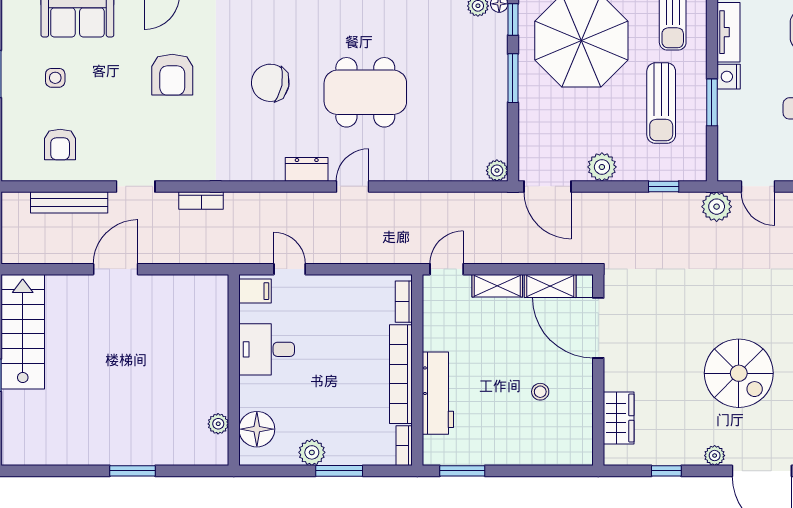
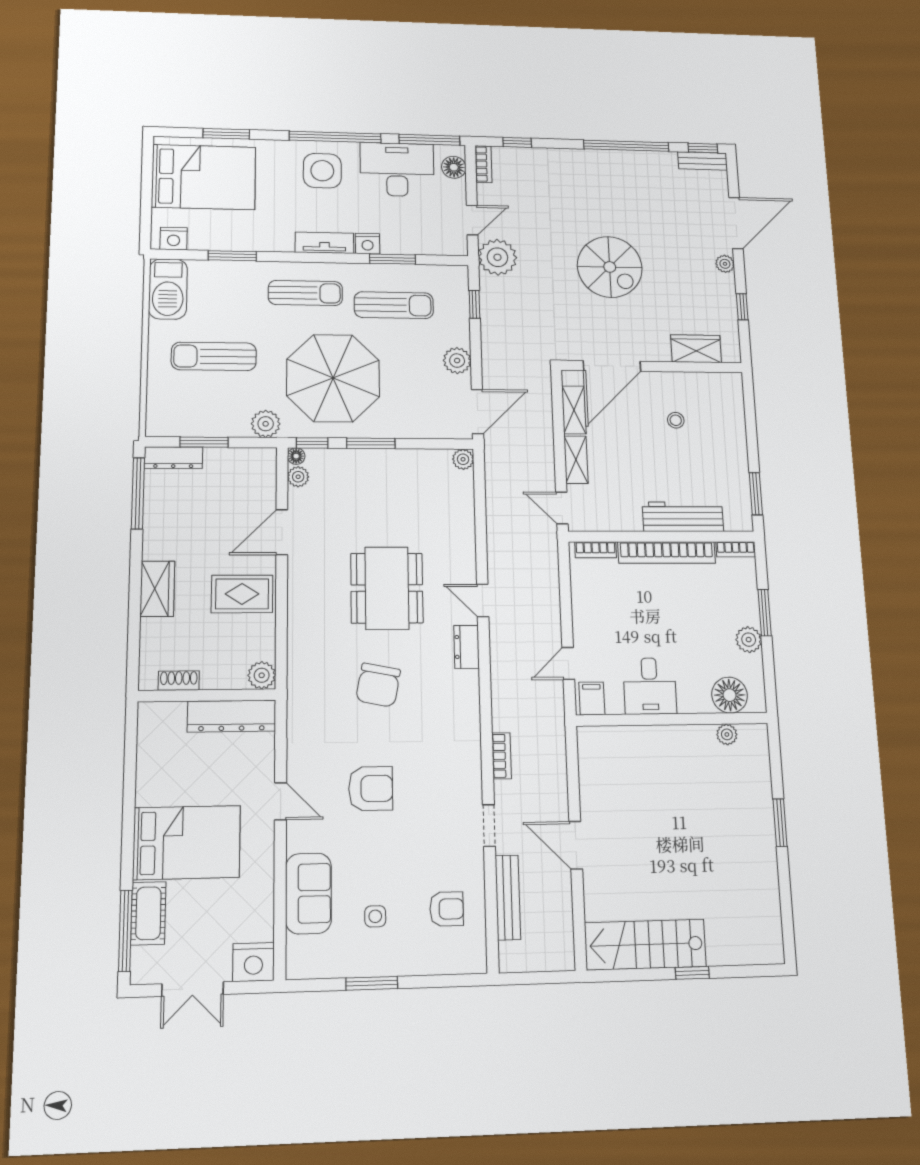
plant: (717, 207) -> (497, 257), width x1.36, depth x1.36
spiral stairs: (739, 373) -> (610, 267), moved, turned 90

